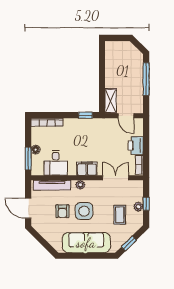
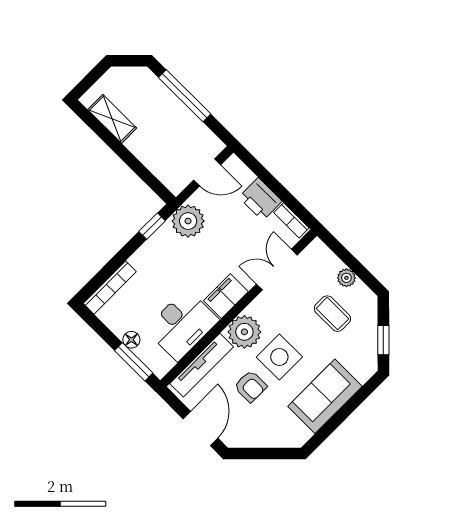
shelving: (111, 101) -> (112, 119), moved
plant: (101, 127) -> (188, 221), added
desk: (56, 163) -> (182, 325), width x1.37
plant: (80, 185) -> (244, 332), width x1.87, depth x1.87
window: (146, 204) -> (353, 264), removed
door: (28, 208) -> (200, 428), swing flipped
sofa: (86, 243) -> (325, 396), width x0.73

